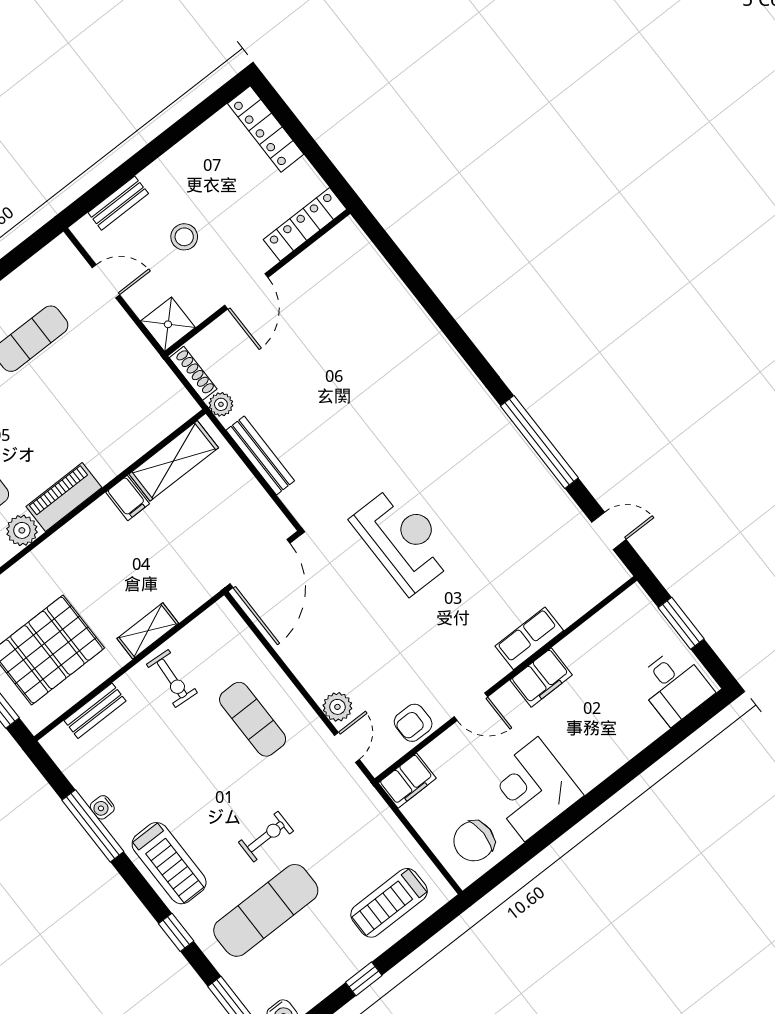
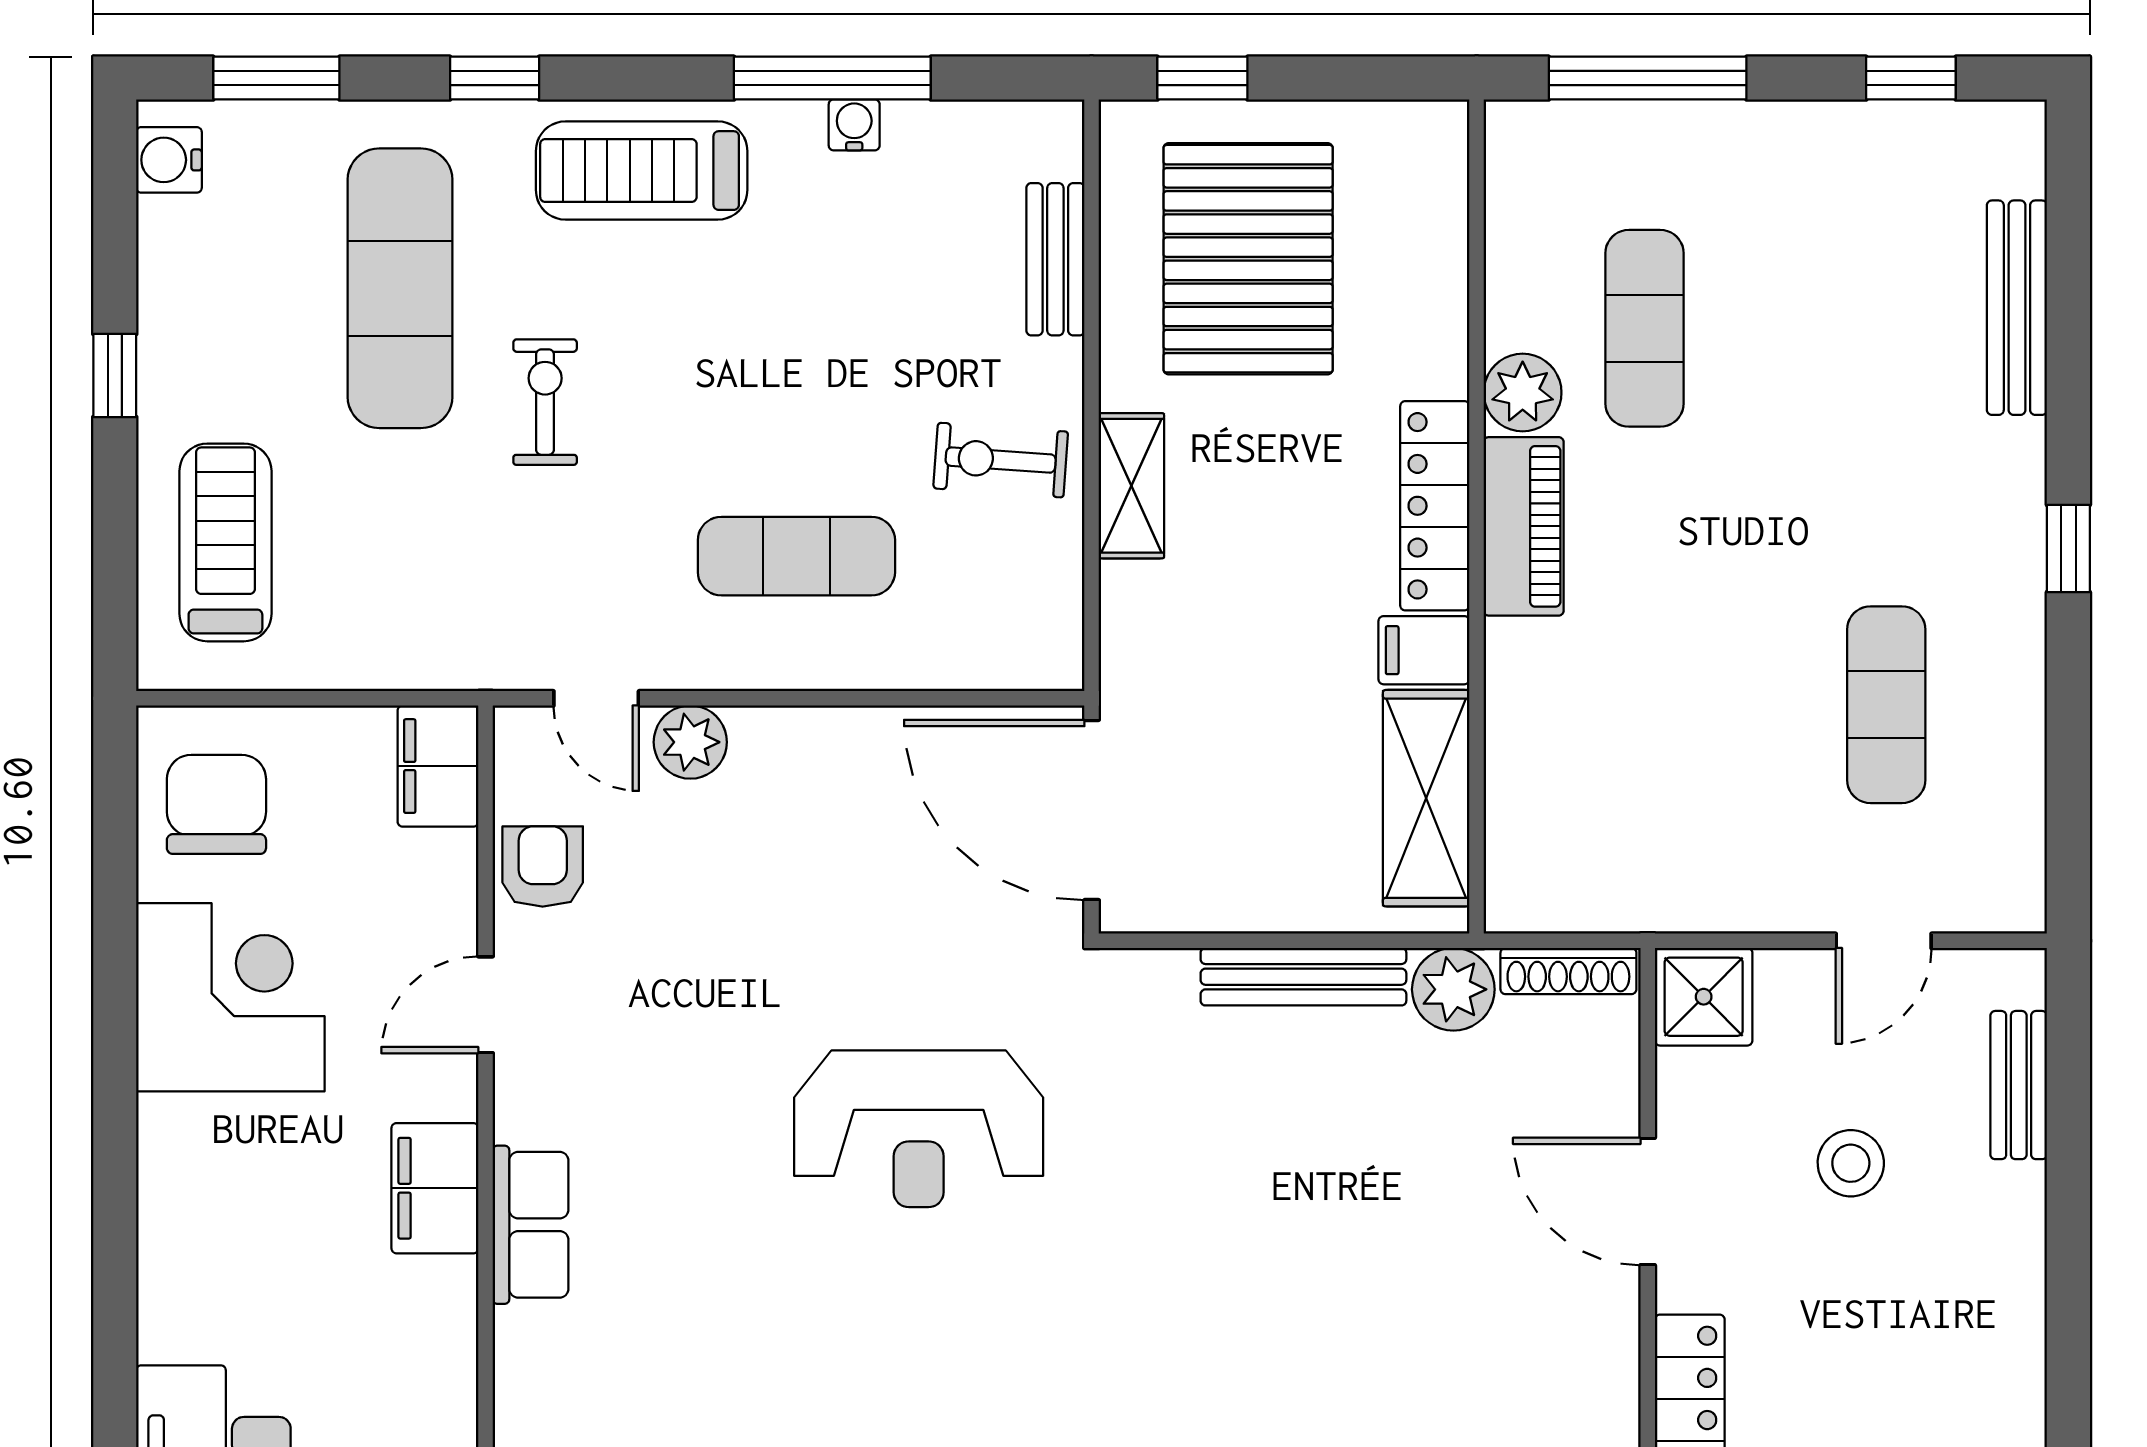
plant: (221, 404) -> (1453, 989), width x1.38, depth x1.38
locker: (79, 530) -> (1435, 506), added
exercise bike: (266, 837) -> (545, 402), turned 180

